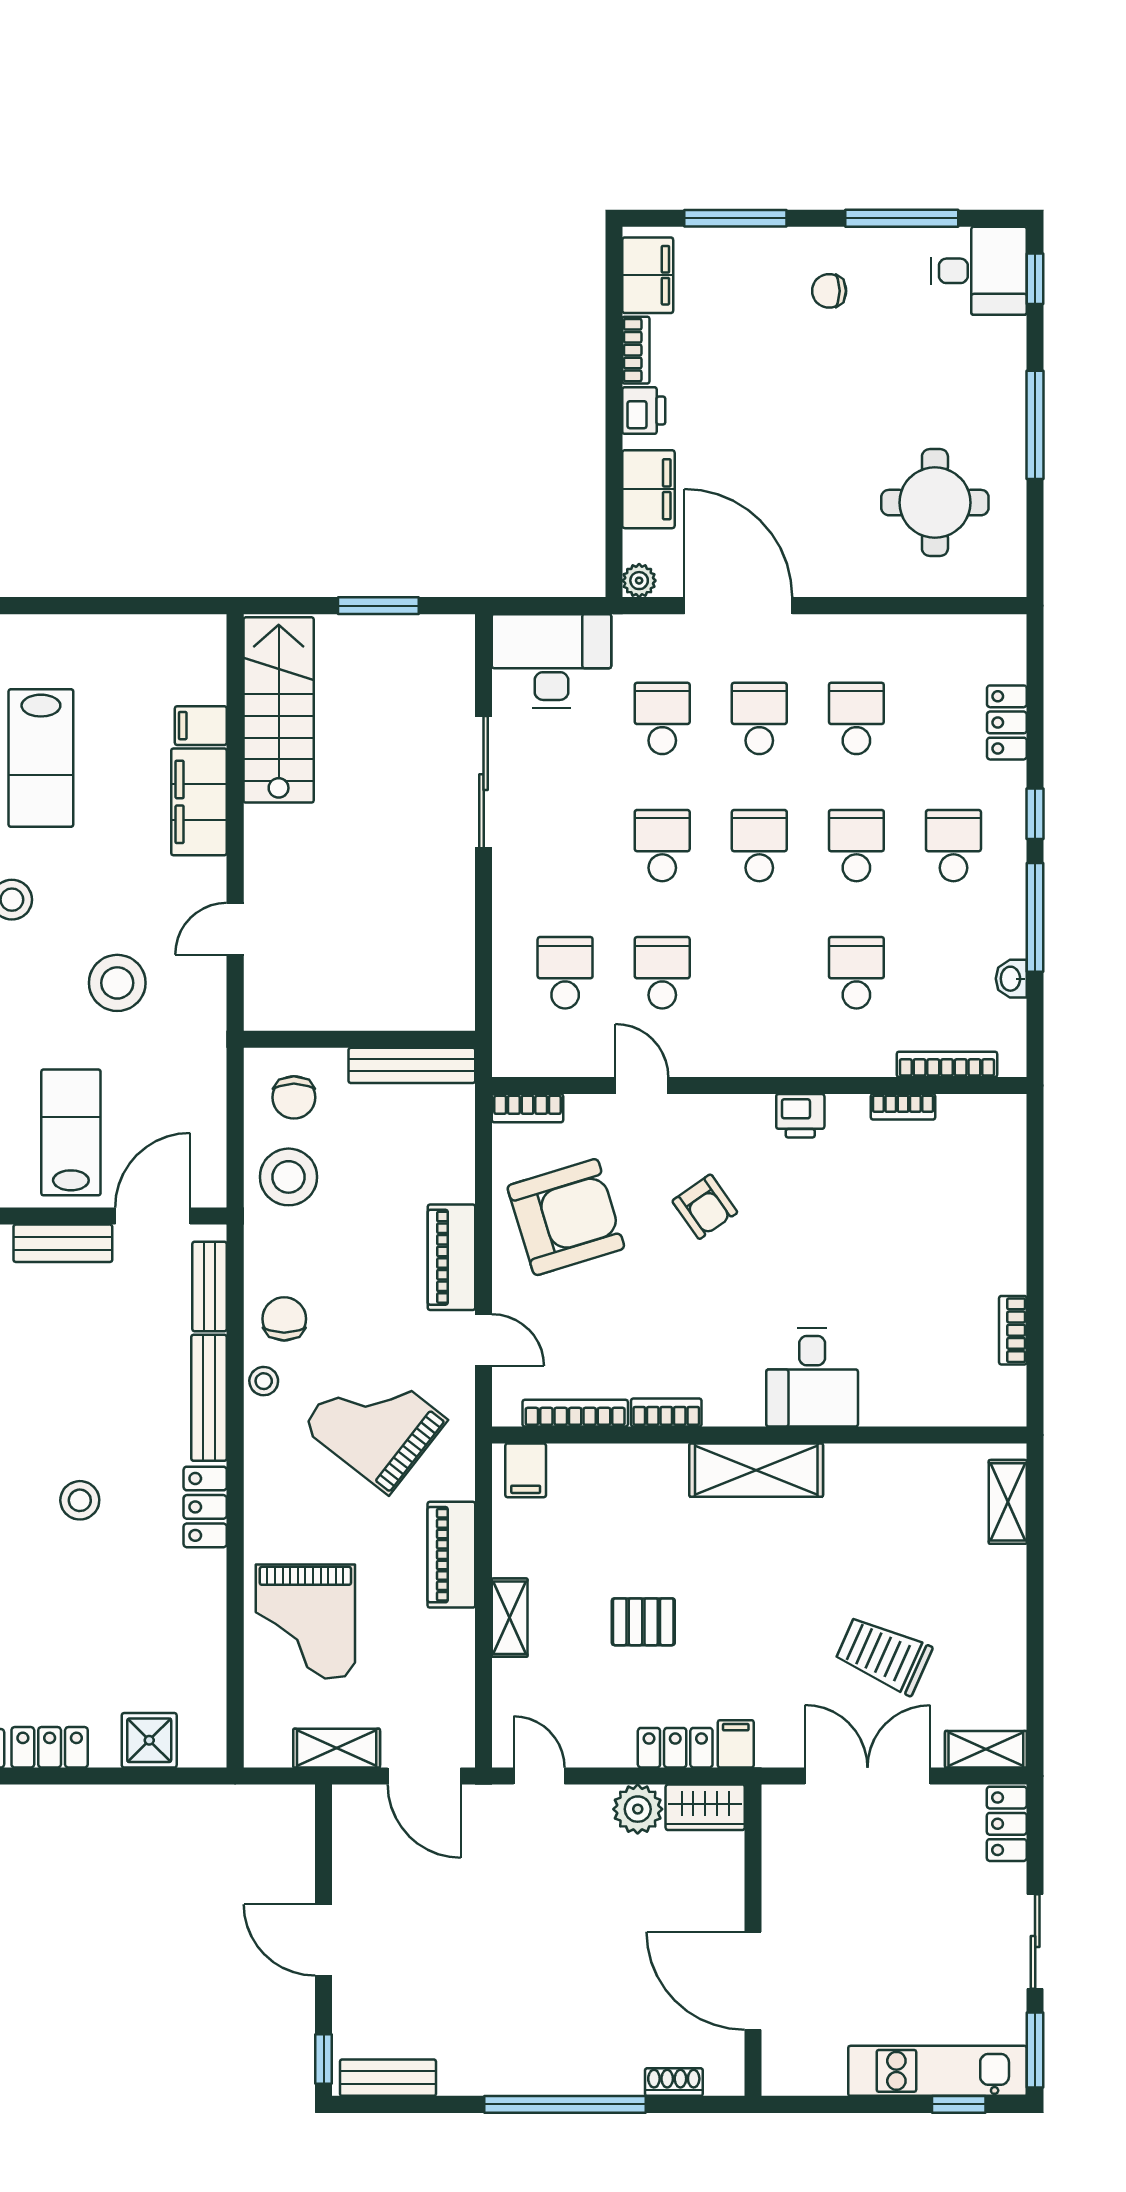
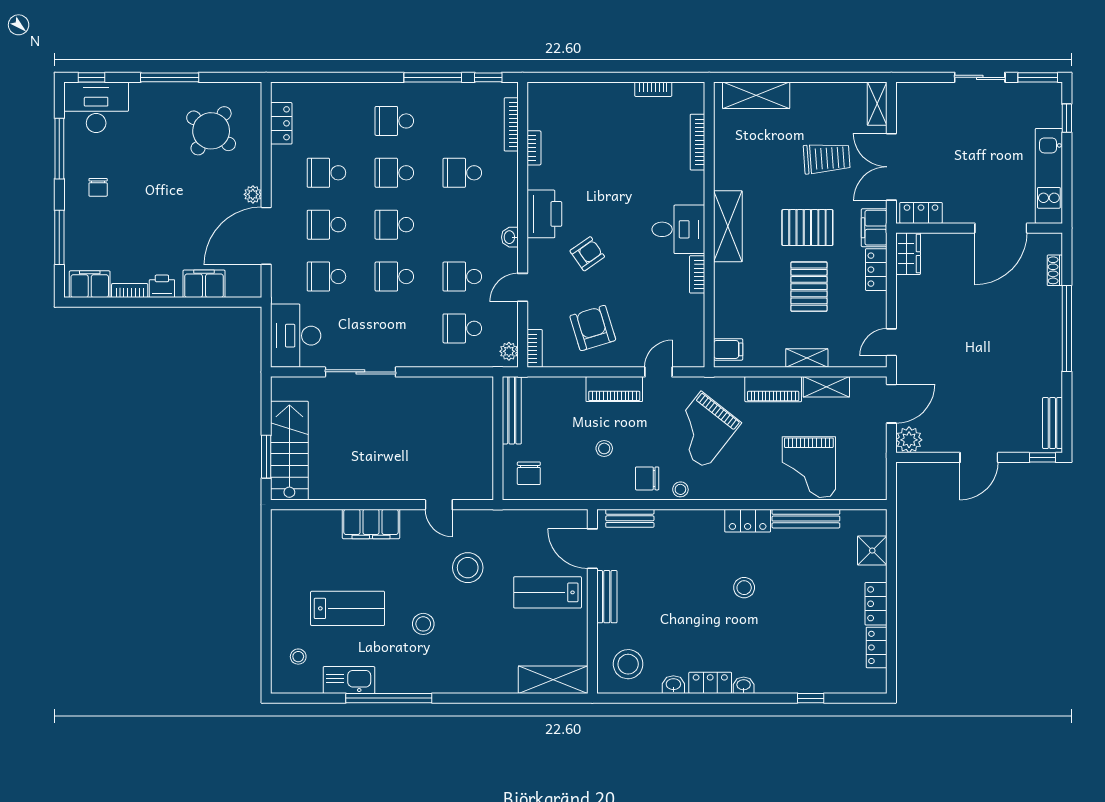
desk: (979, 271) -> (96, 107), width x1.37
round table: (935, 503) -> (211, 131), turned 37
plant: (639, 581) -> (253, 194), moved
window: (378, 606) -> (266, 457), moved
stairs: (279, 710) -> (289, 451), moved, turned 90
locker: (1007, 722) -> (281, 123), moved, turned -90
filing cabinet: (201, 726) -> (330, 523), removed
window: (1035, 814) -> (488, 77), moved
washbasin: (1011, 979) -> (510, 237), moved, turned 90
plant: (522, 1060) -> (509, 351), added
chair: (294, 1097) -> (529, 473), turned 90
printer: (800, 1116) -> (544, 214), width x1.87, depth x1.48
stool: (289, 1177) -> (604, 448), moved, width x0.53, depth x0.53
armchair: (566, 1217) -> (593, 328), width x0.73, depth x0.73
desk: (812, 1377) -> (678, 229), moved
bench: (209, 1398) -> (806, 519), moved
bookcase: (575, 1413) -> (698, 142), moved
shelving: (1008, 1502) -> (756, 95), width x1.50, depth x1.33
pallet: (754, 1619) -> (807, 228), added
grand piano: (305, 1622) -> (809, 467), turned 90
pallet: (643, 1622) -> (809, 287), width x1.50, depth x1.42
trolley: (884, 1655) -> (827, 158), turned -118
filing cabinet: (736, 1744) -> (874, 228), width x2.00
shelving: (337, 1748) -> (826, 387), moved, turned 90
plant: (638, 1809) -> (909, 440), moved
locker: (1007, 1824) -> (921, 213), moved, turned 180
kitchen unit: (937, 2071) -> (1049, 176), moved

